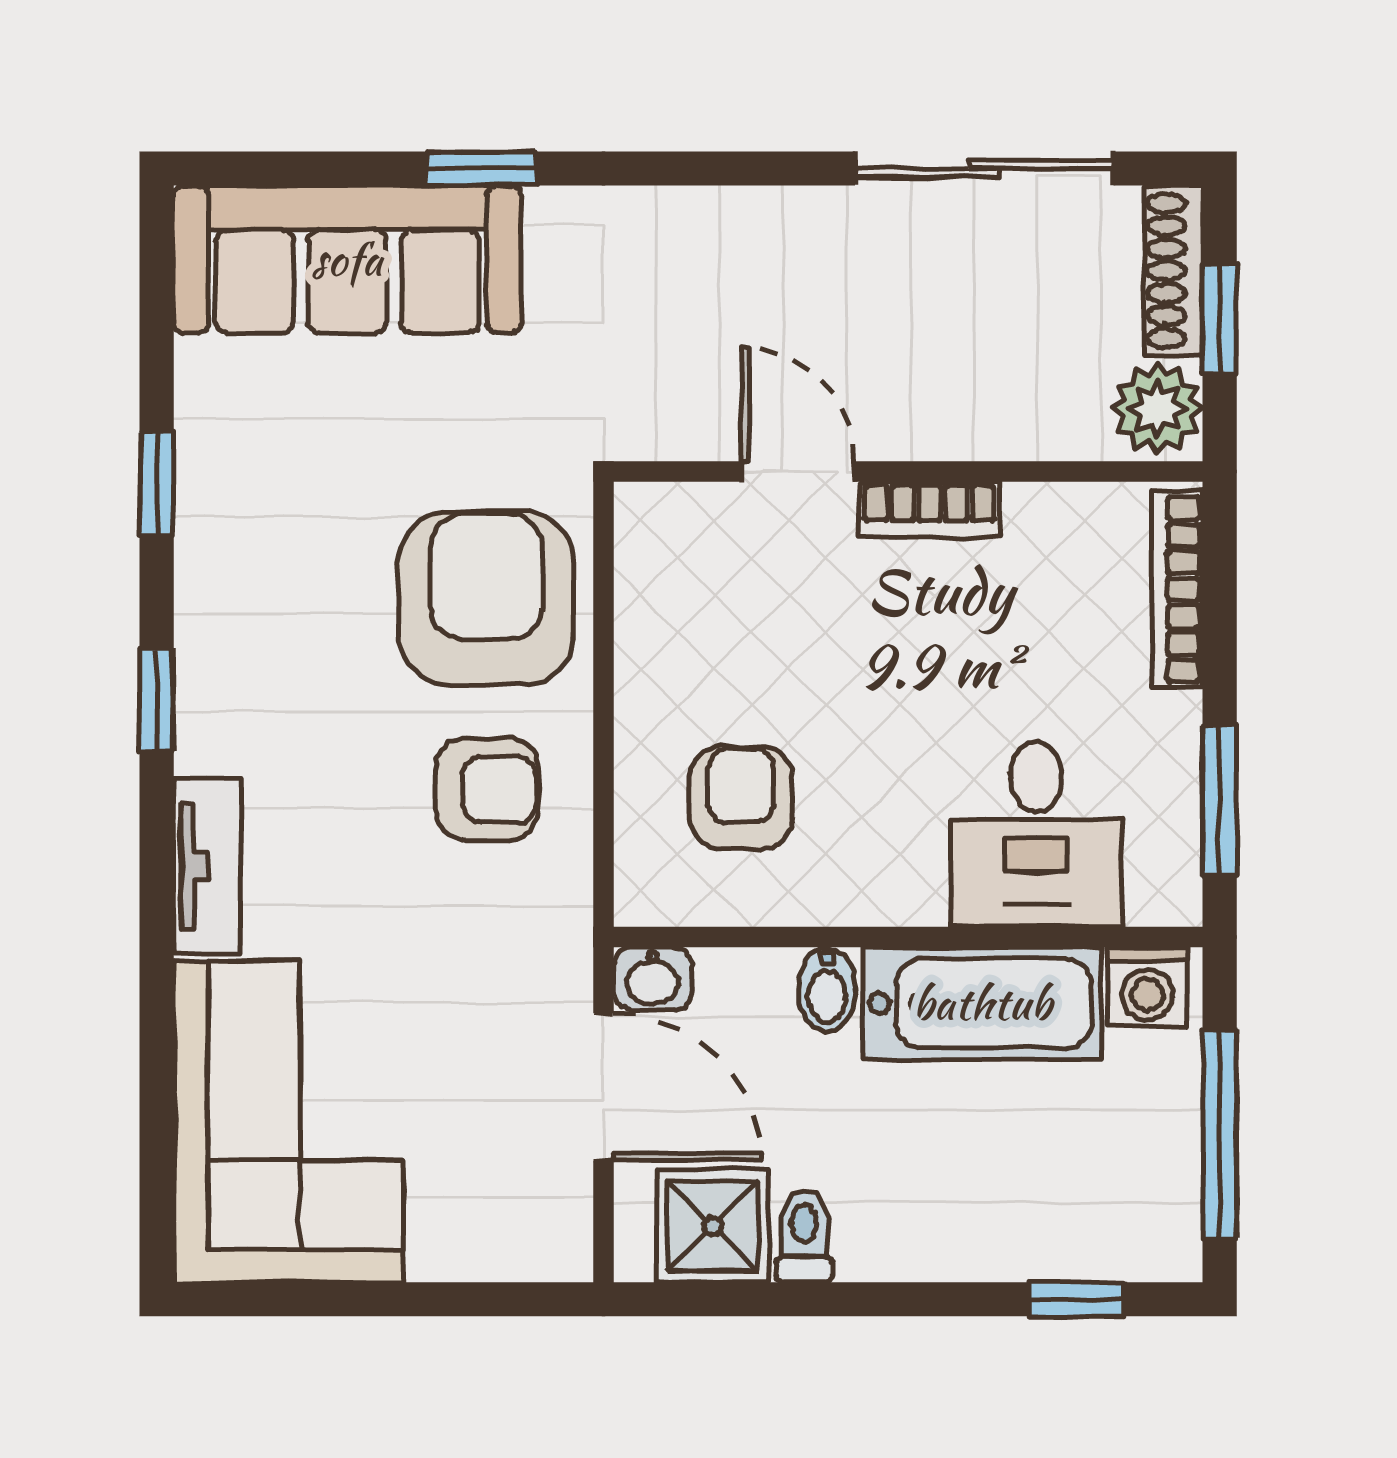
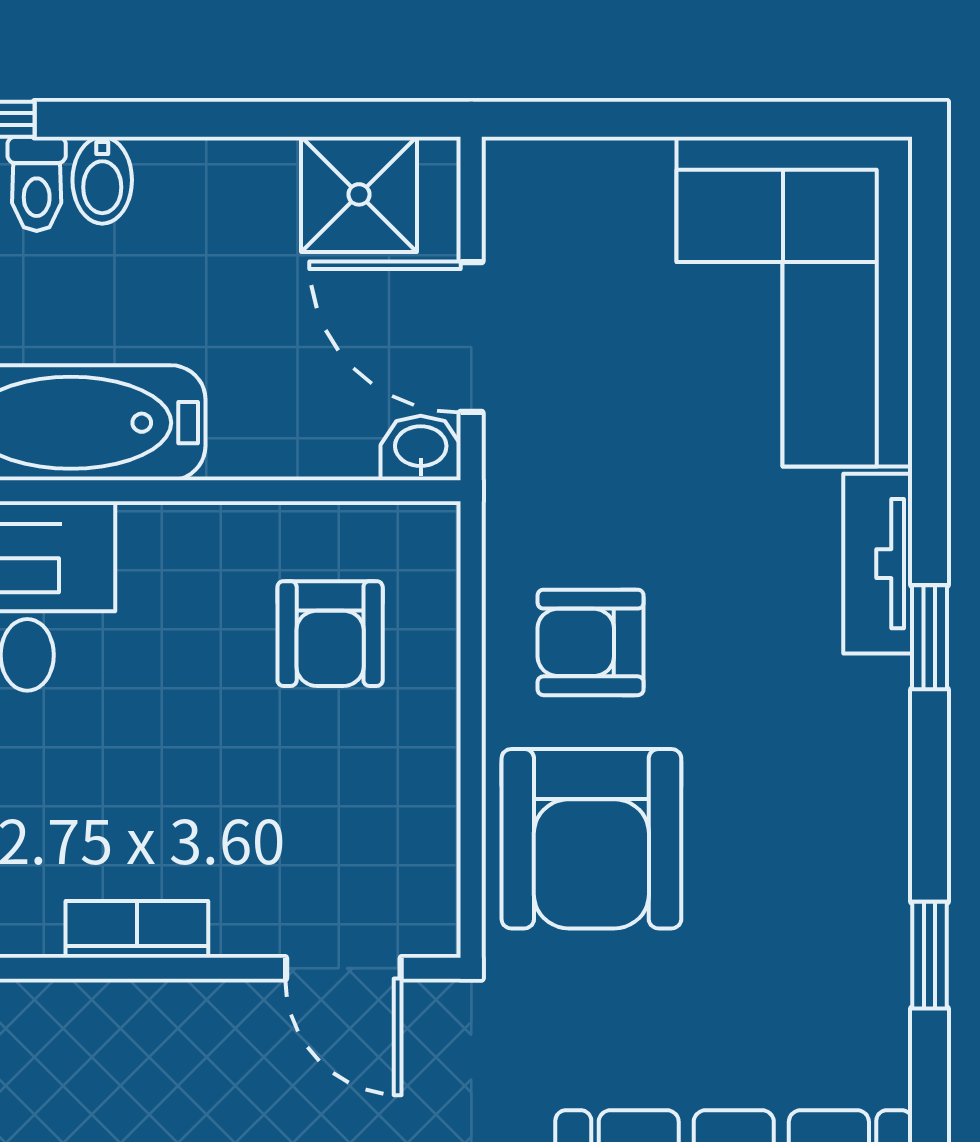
door: (798, 472) -> (343, 968), moved
window: (157, 700) -> (929, 637), moved
bidet: (827, 990) -> (102, 180), moved, turned 180
toilet: (804, 1236) -> (37, 184), moved

